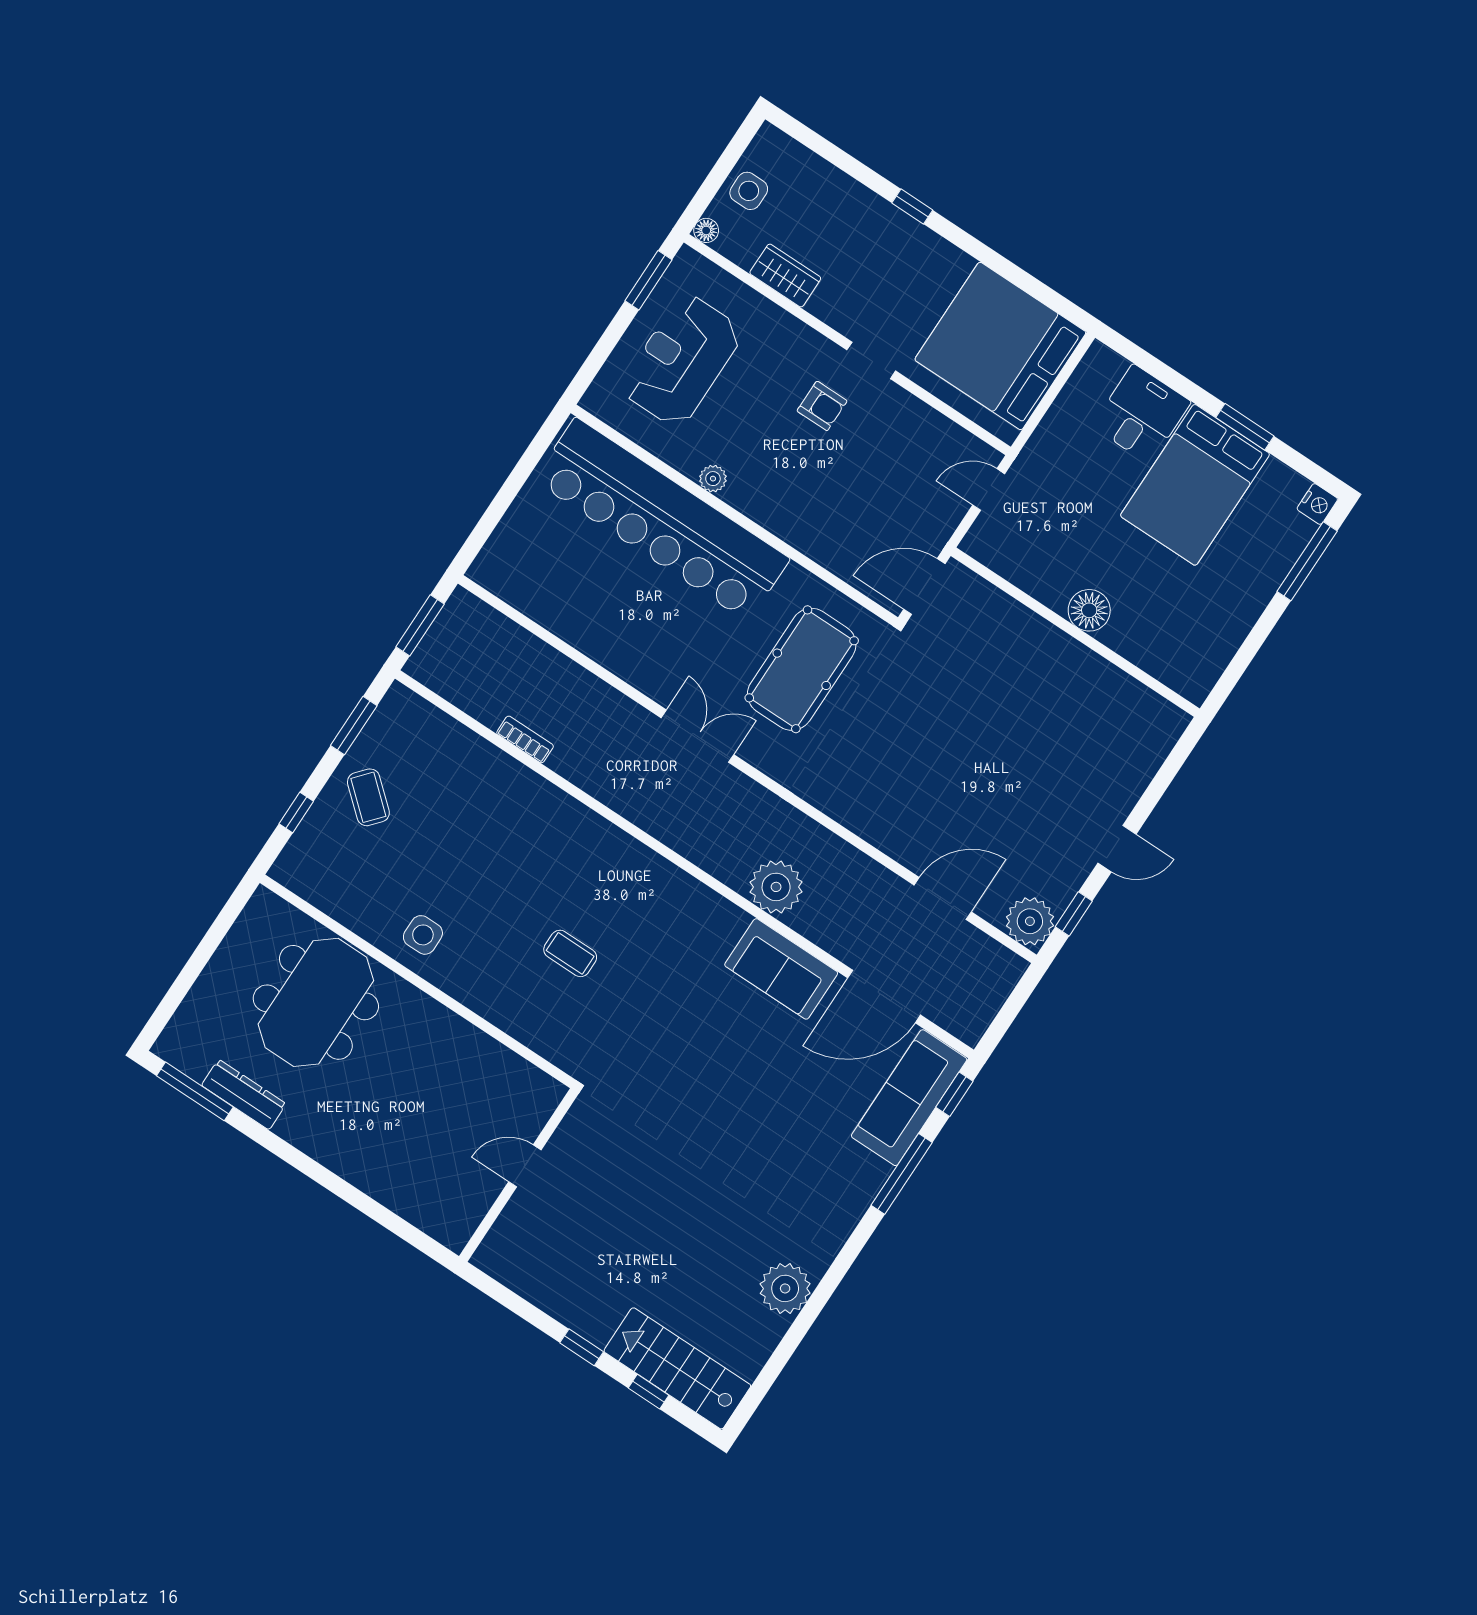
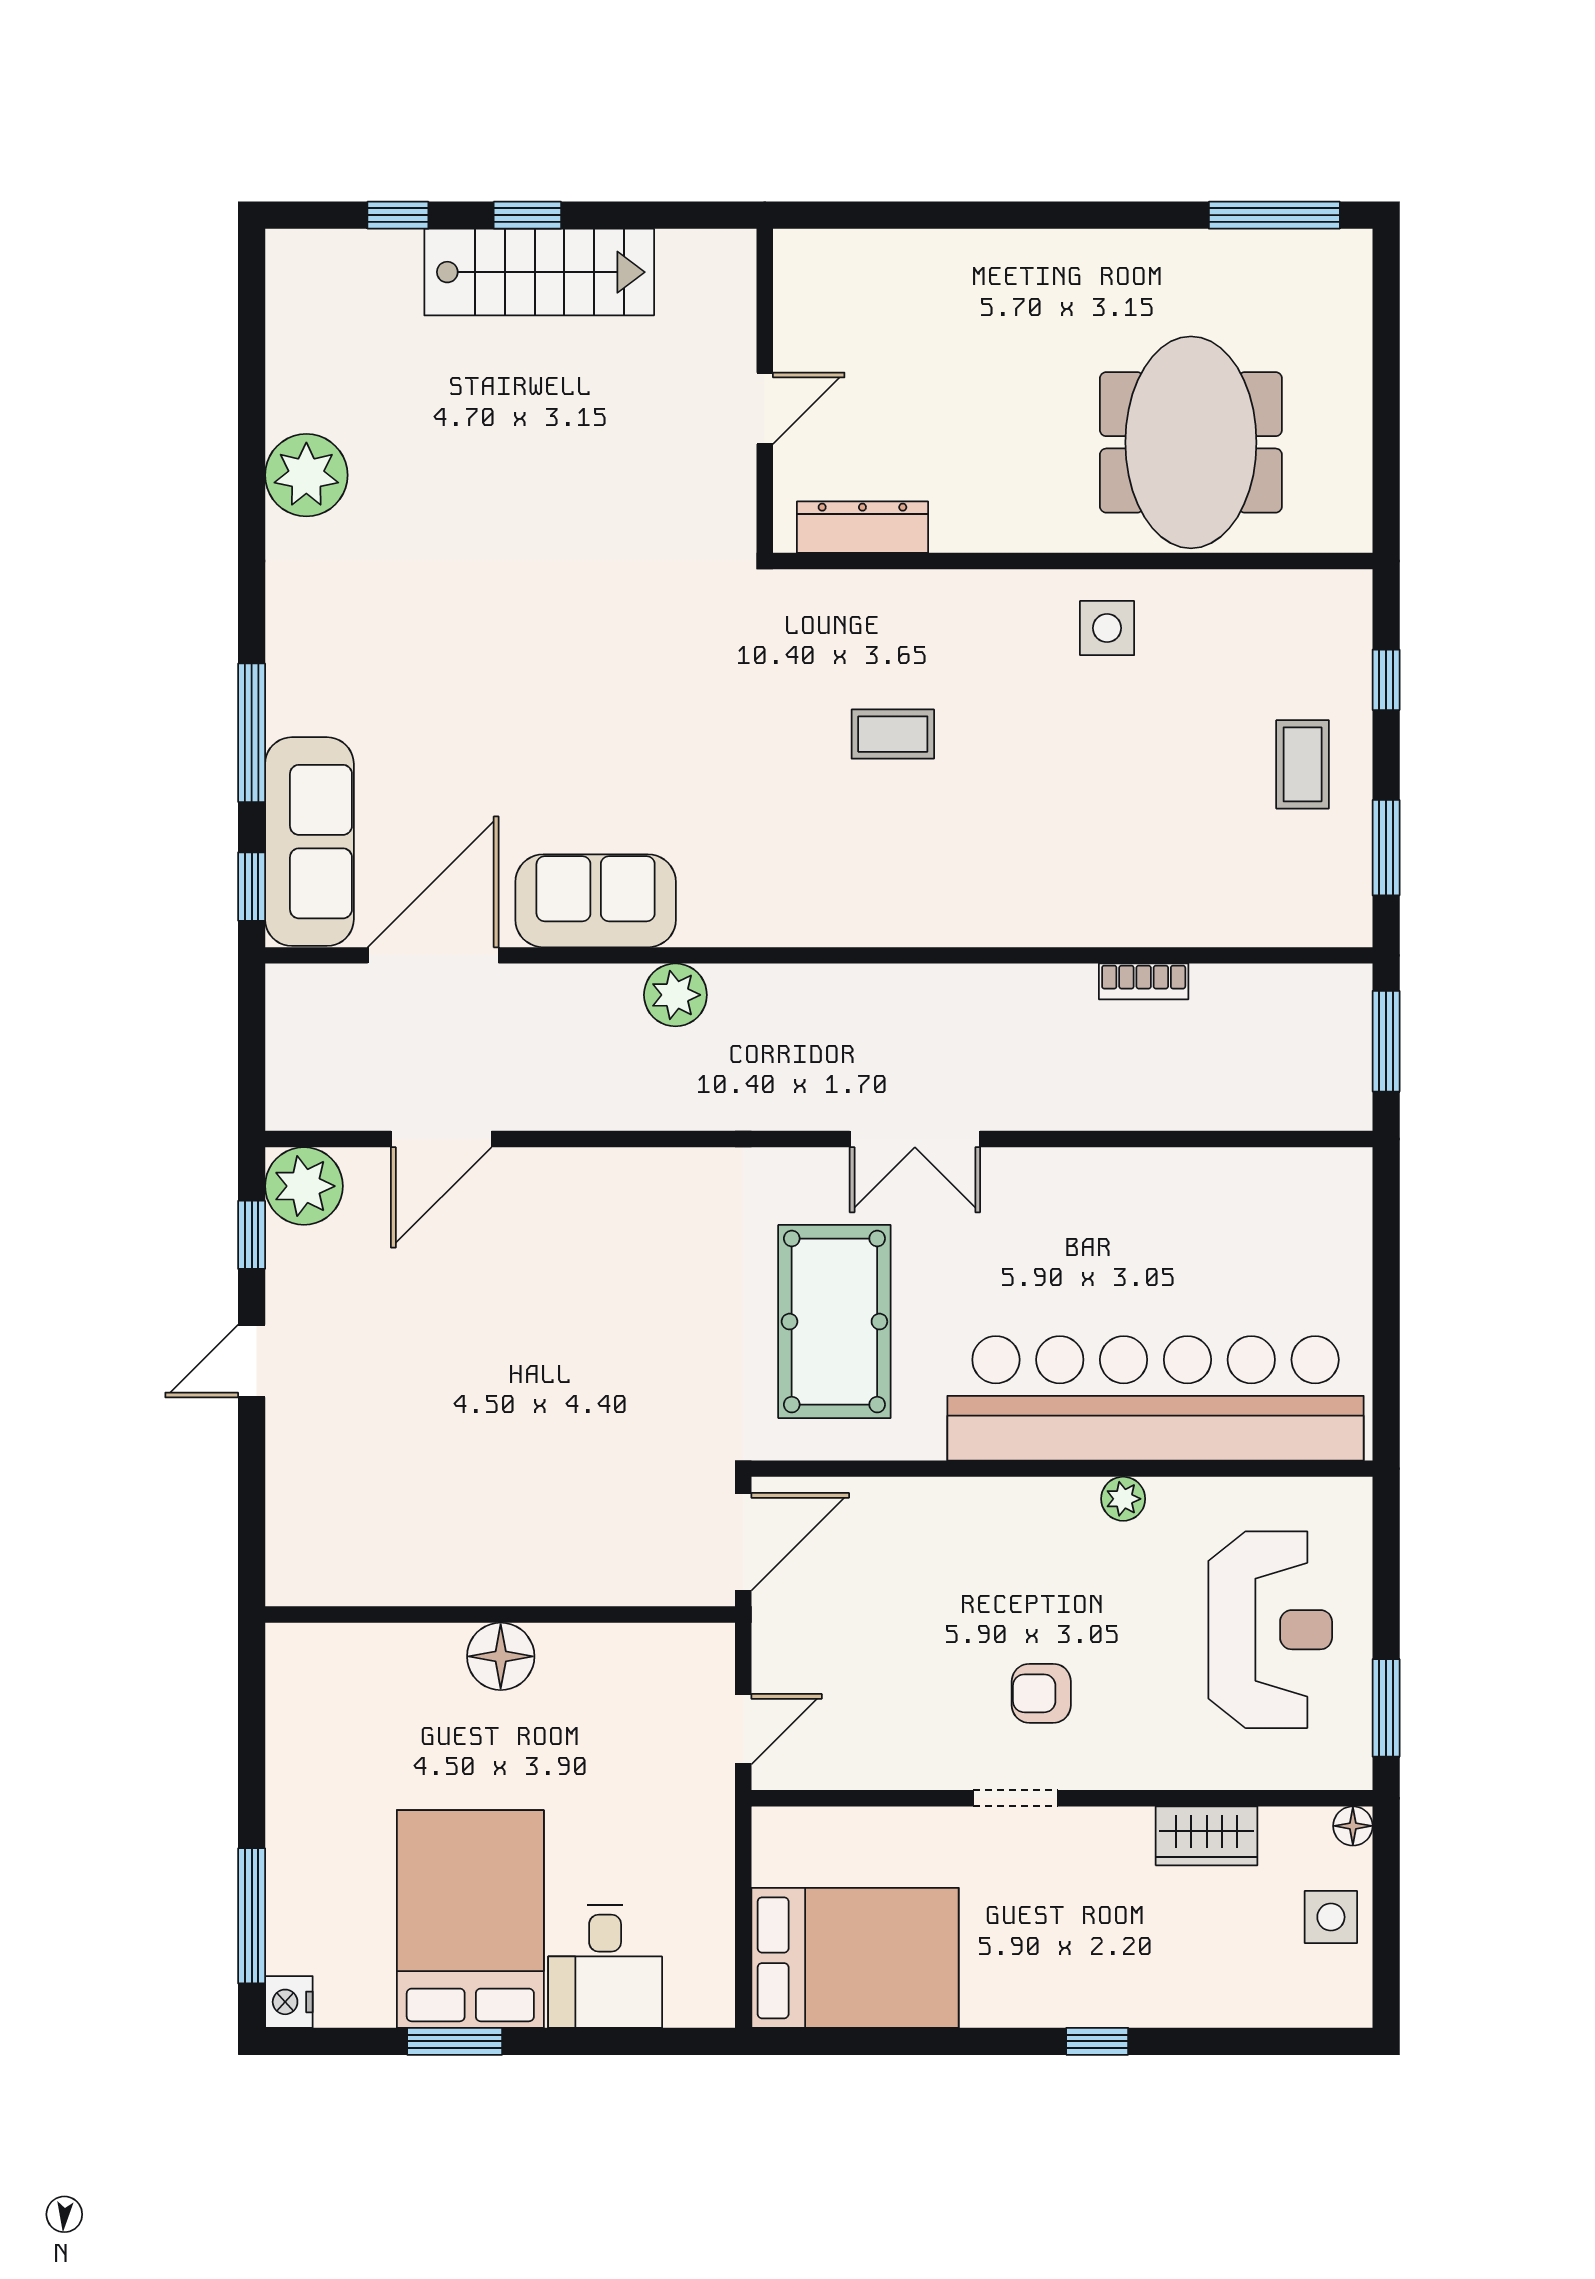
bed: (1000, 346) -> (855, 1958), width x0.73
coffee table: (368, 797) -> (1303, 764), turned 49
plant: (776, 887) -> (675, 995), width x0.73, depth x0.73
dresser: (244, 1095) -> (862, 527), moved, turned 180
stairs: (677, 1368) -> (539, 272), moved

